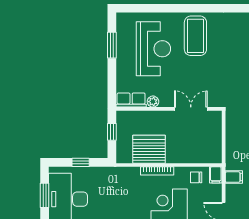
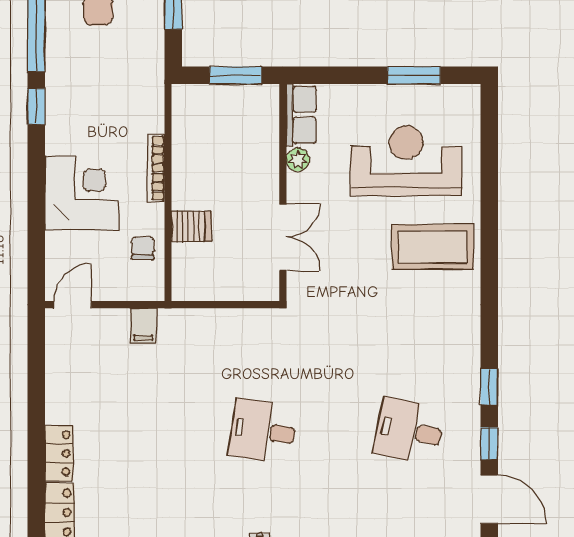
reception desk: (153, 49) -> (406, 161), turned 180
window: (112, 132) -> (236, 75), width x1.50
server rack: (149, 149) -> (191, 226), moved, width x0.46, depth x0.70
filing cabinet: (216, 175) -> (148, 288), removed

